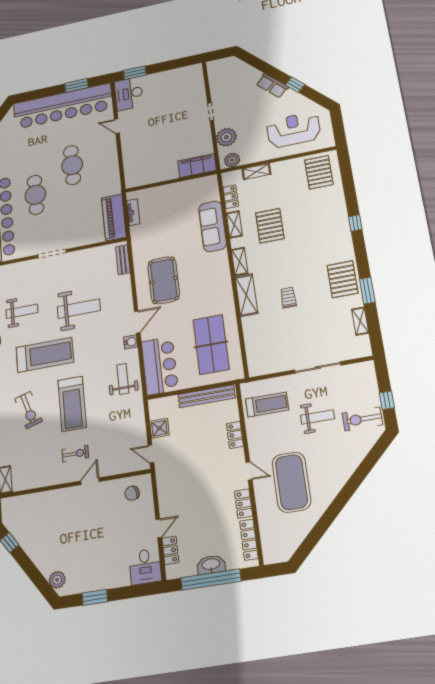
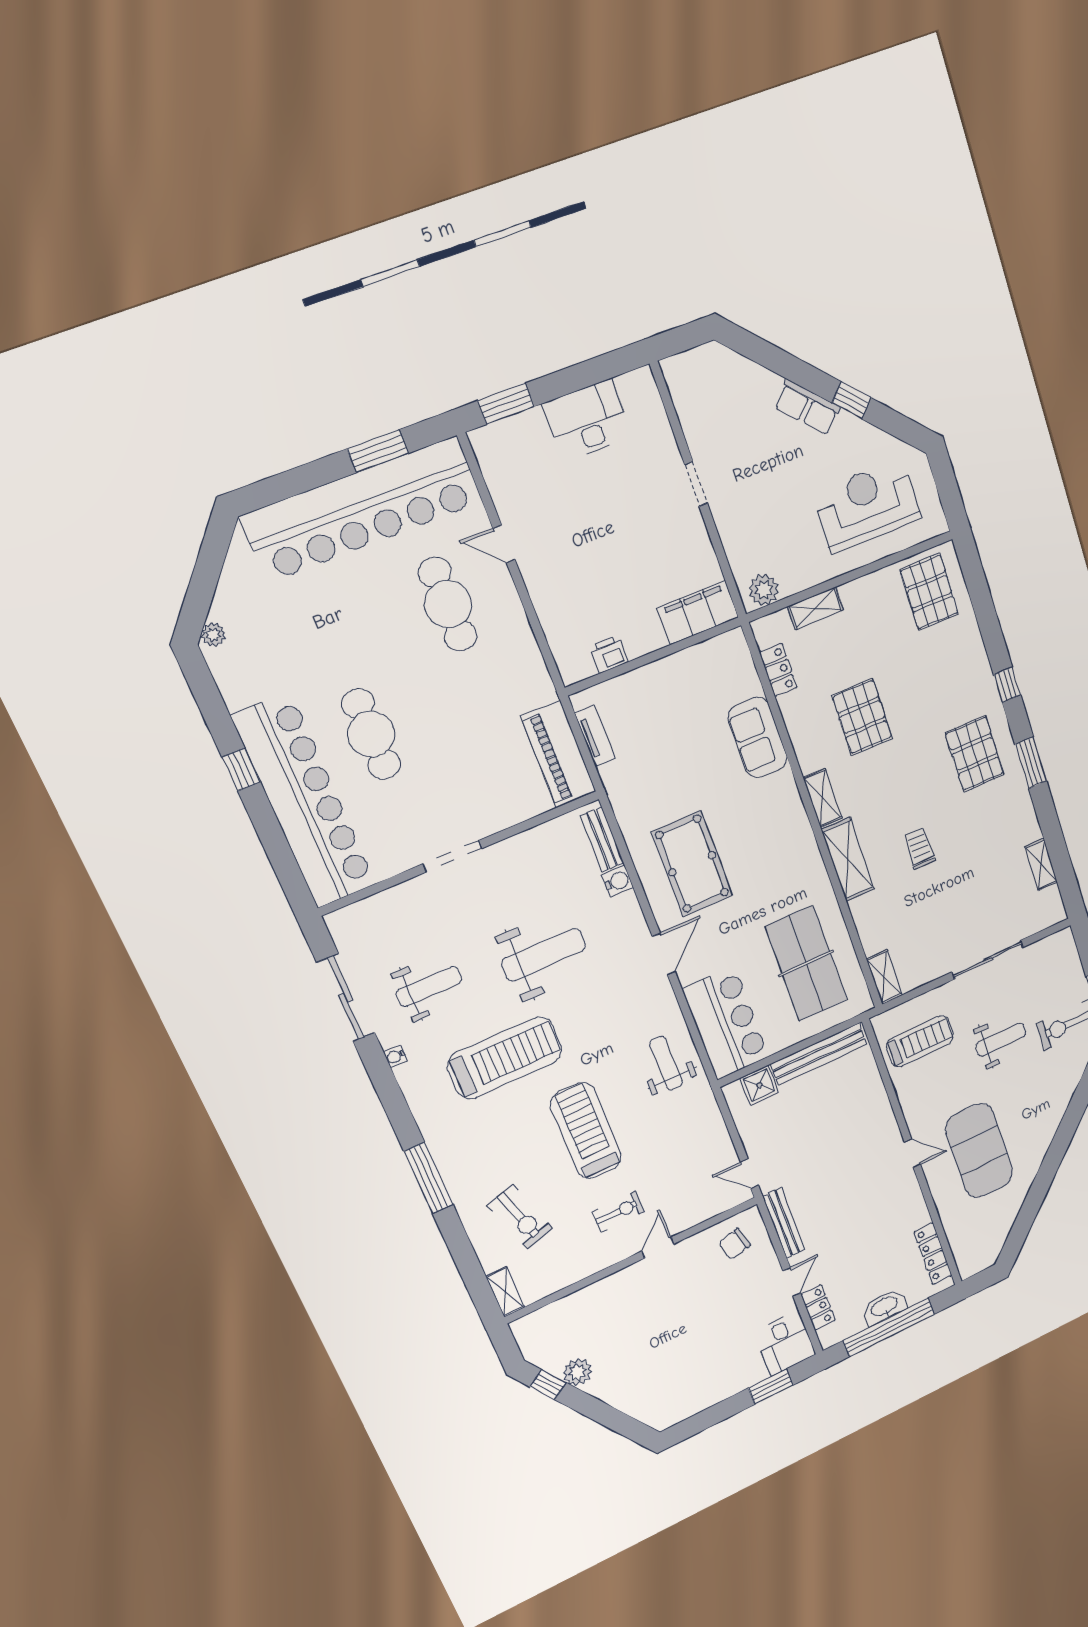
desk: (129, 94) -> (587, 420), moved, turned 90
plant: (226, 137) -> (741, 540), removed
cafe table: (72, 165) -> (448, 604), moved
printer: (150, 178) -> (609, 654), added
shelving: (234, 224) -> (884, 977), moved
sofa: (212, 226) -> (758, 738), width x0.73
pallet: (343, 279) -> (975, 754), moved
window: (367, 291) -> (1031, 763), moved
water cooler: (131, 342) -> (618, 881), moved
treadmill: (72, 404) -> (586, 1131), turned 180
exercise bike: (29, 410) -> (520, 1217), moved
shower: (159, 428) -> (759, 1085), moved
locker: (235, 435) -> (879, 1104), removed
bench: (163, 490) -> (784, 1223), added
locker: (244, 504) -> (914, 1204), removed
plant: (57, 580) -> (577, 1372), moved
window: (95, 597) -> (771, 1387), moved

